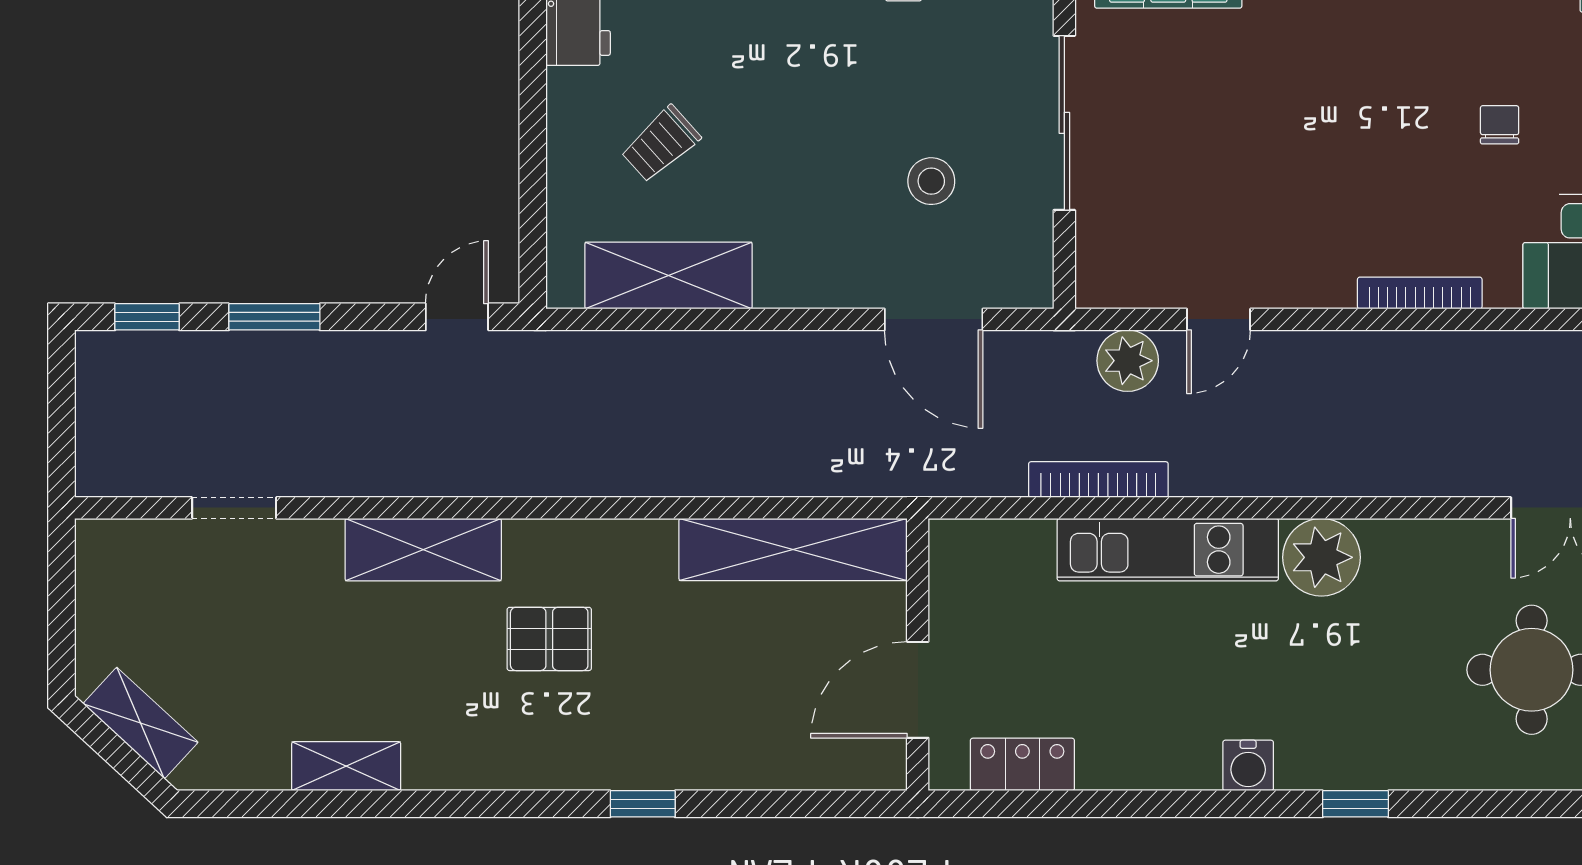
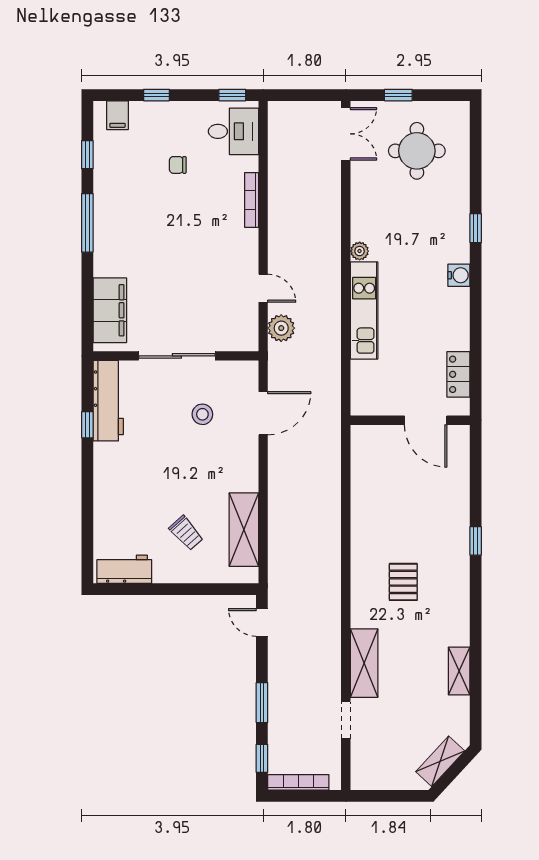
bookcase: (1098, 480) -> (298, 782), moved, turned 90
shelving: (423, 550) -> (364, 663), moved
shelving: (793, 550) -> (364, 475), removed
plant: (1321, 557) -> (360, 251), width x0.53, depth x0.53

